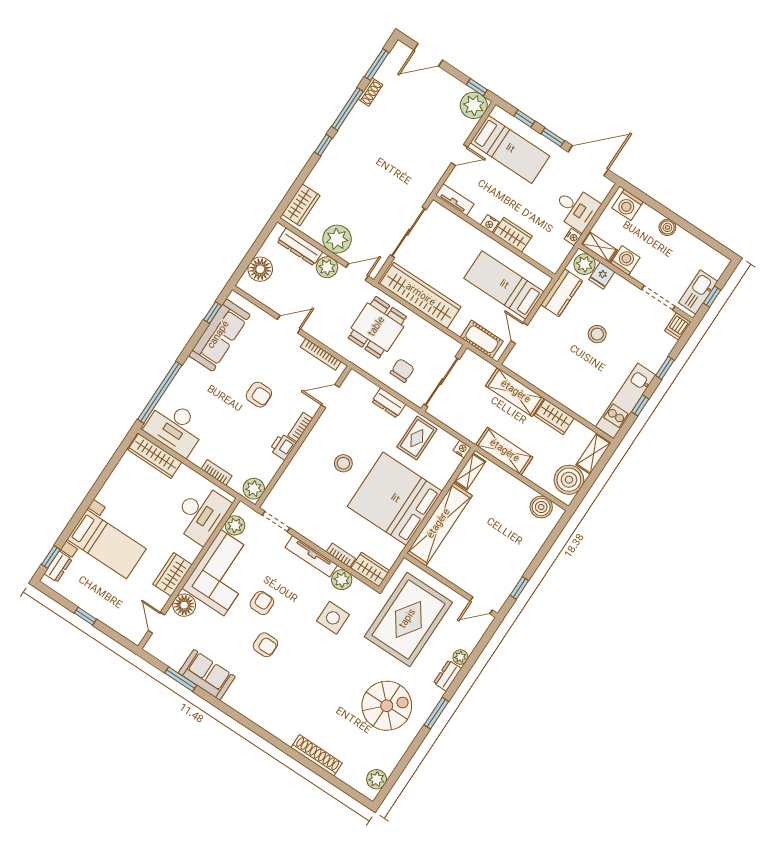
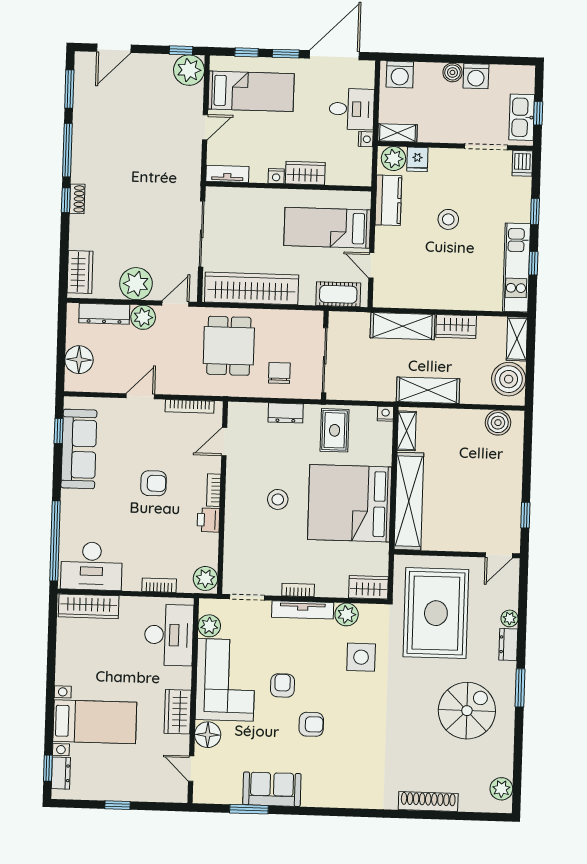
shoe rack: (370, 92) -> (77, 199), moved
washing machine: (625, 260) -> (476, 76), moved, turned 180
bookcase: (341, 555) -> (298, 590), moved

